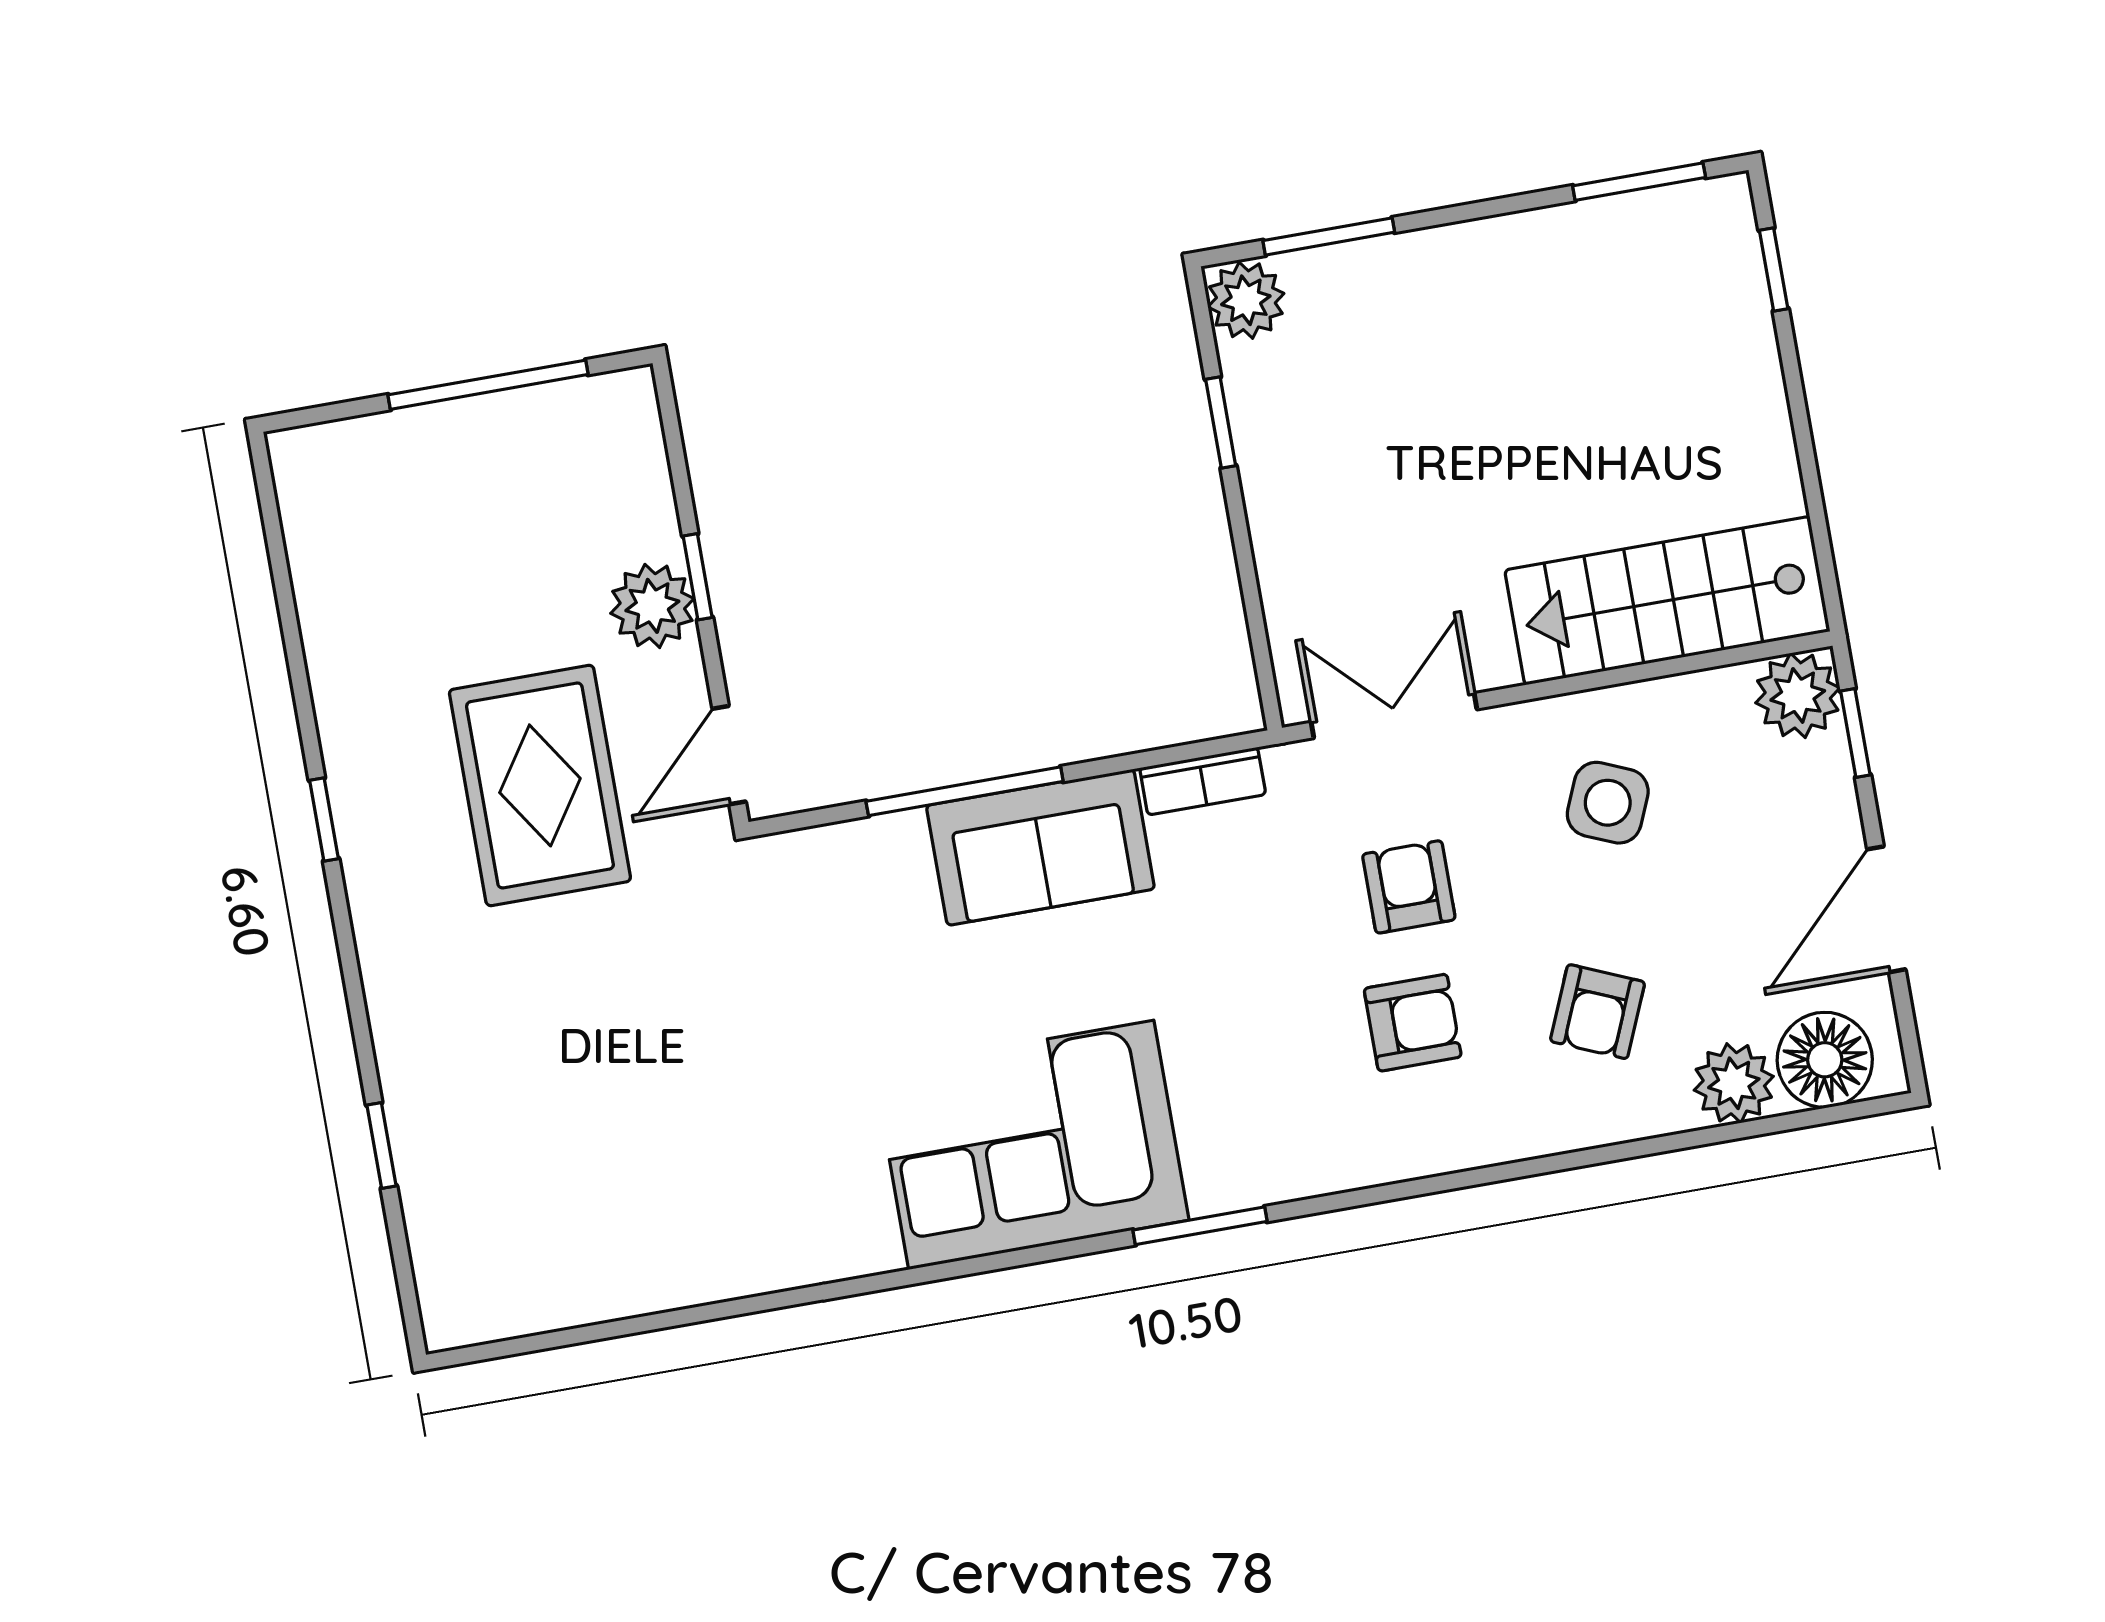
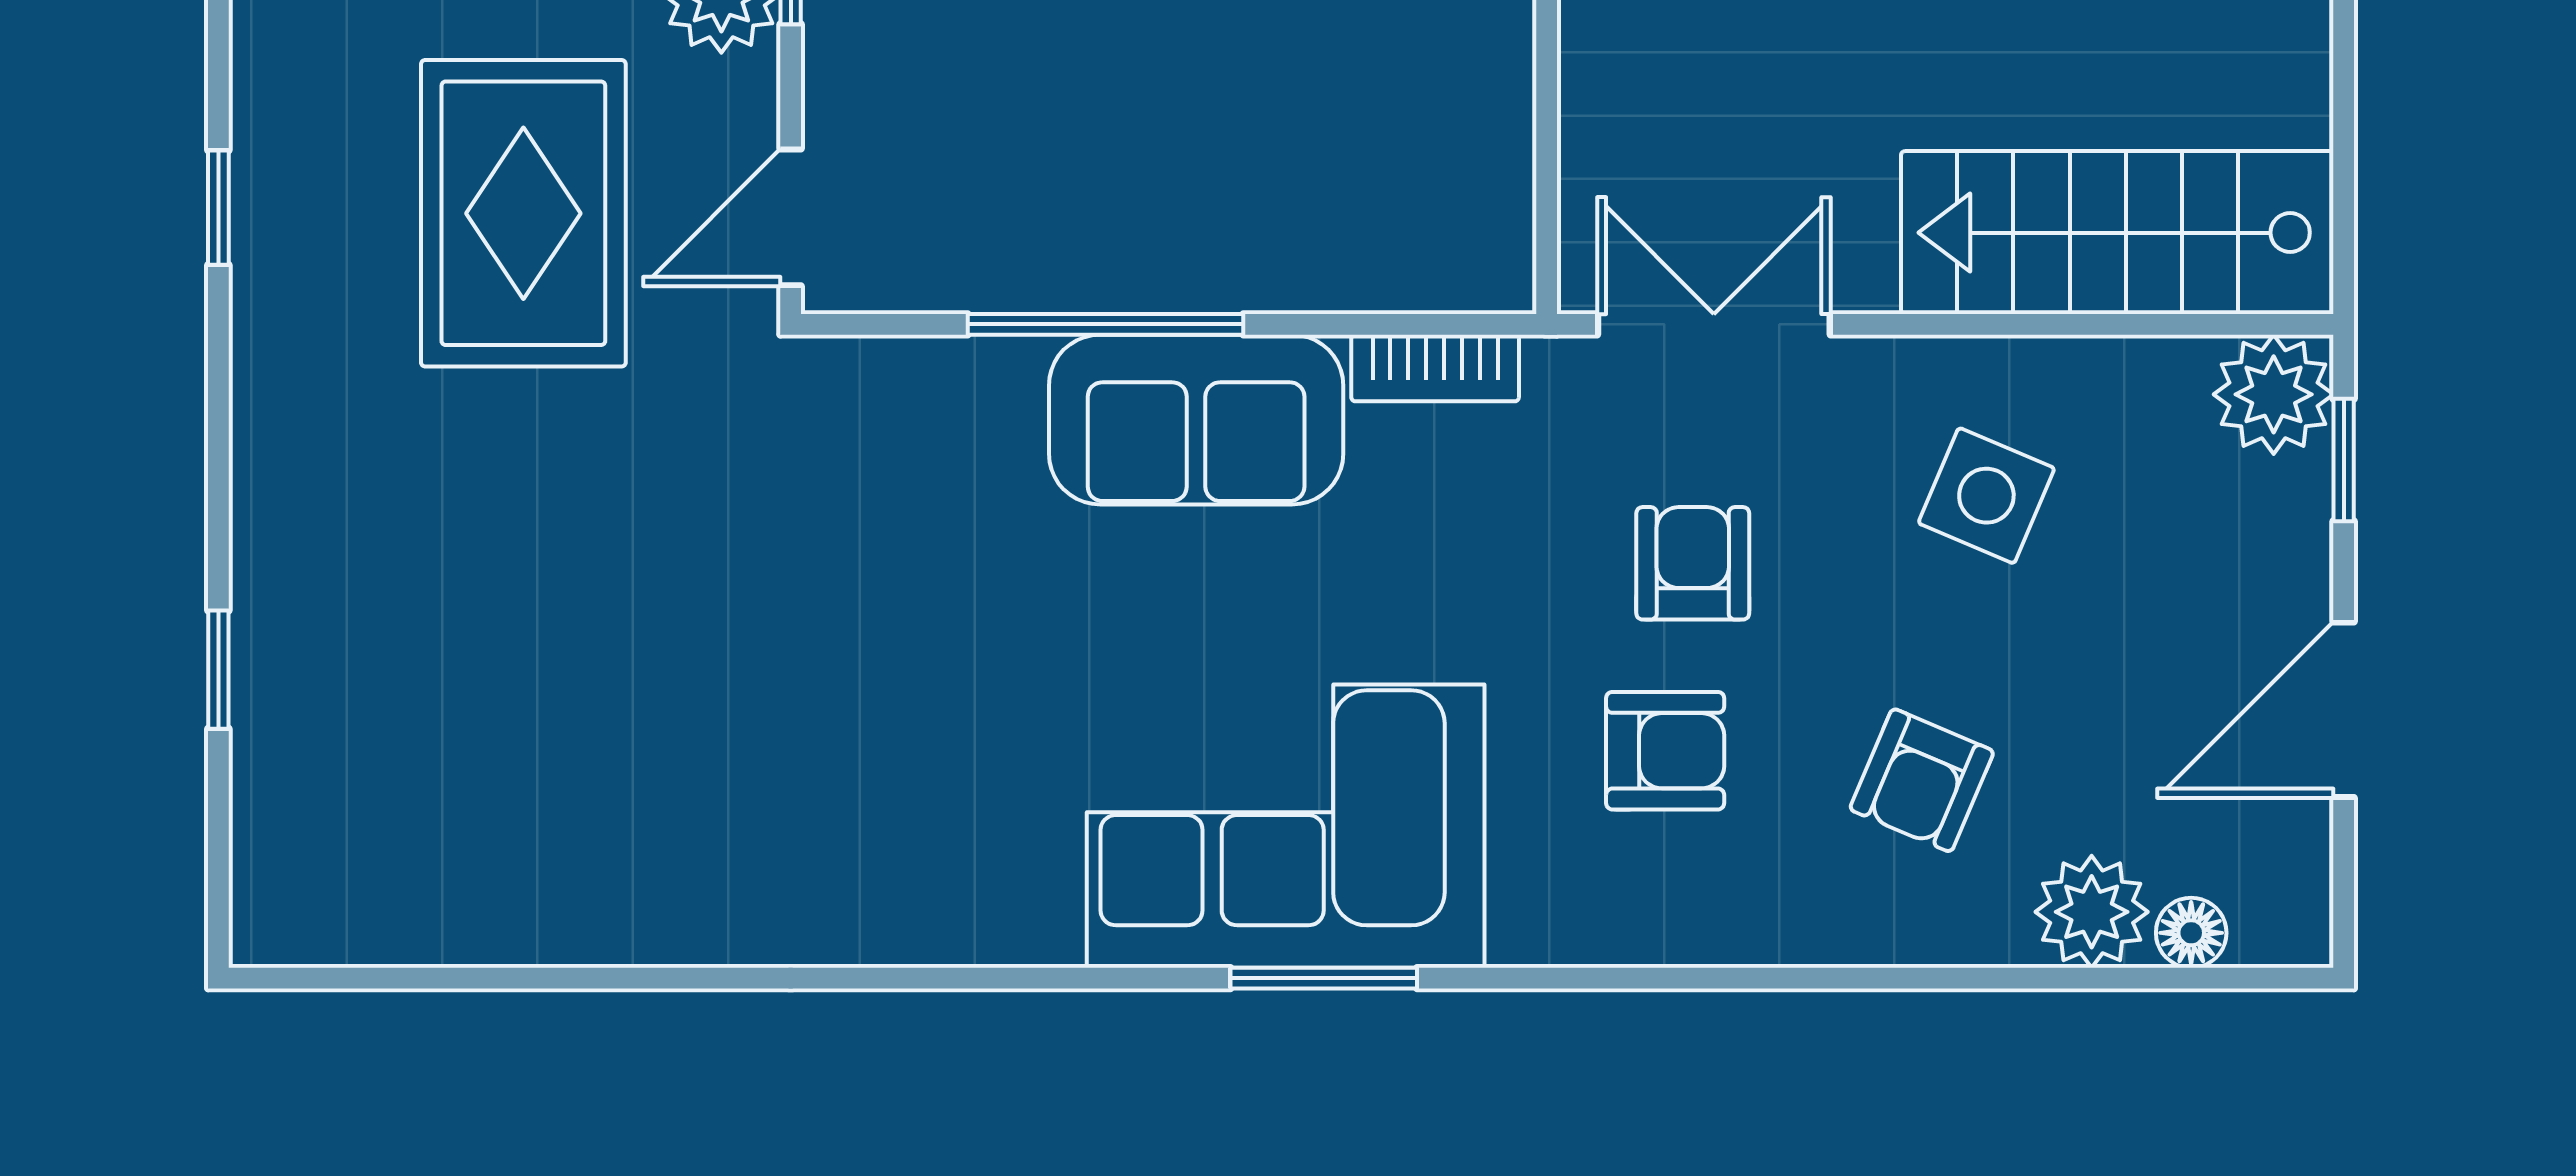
floor lamp: (1825, 1060) -> (2191, 933), width x0.53, depth x0.53
corner sofa: (1031, 1145) -> (1286, 826), moved

